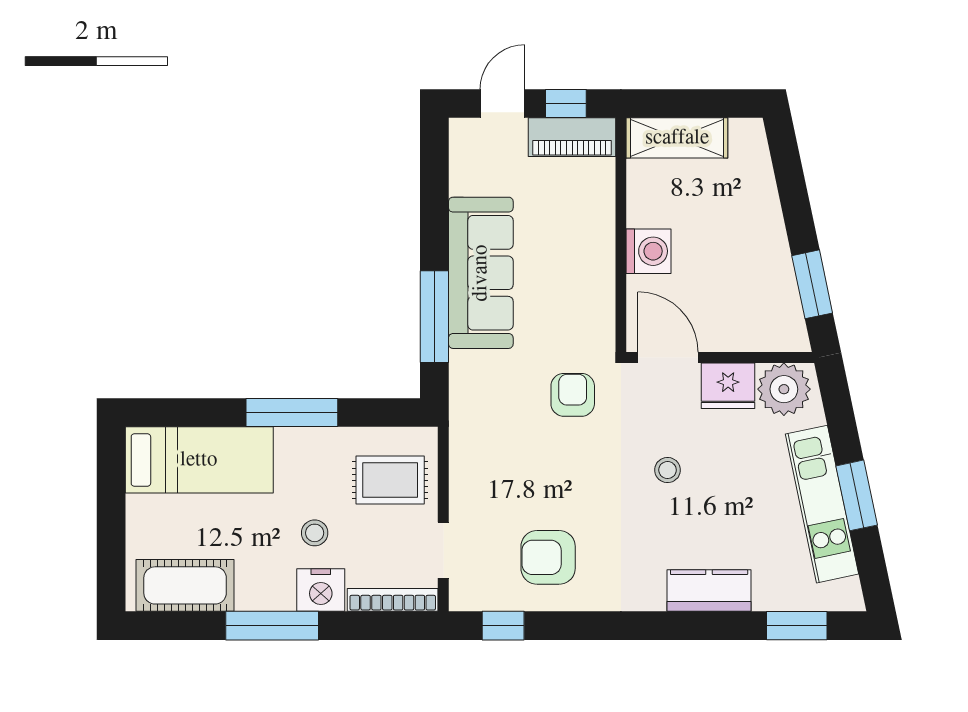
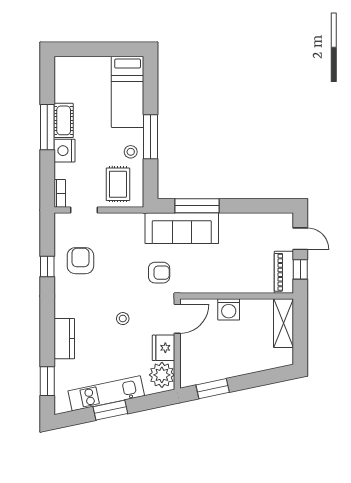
sofa: (481, 273) -> (182, 228), moved
stool: (315, 533) -> (131, 152), moved
cot: (185, 585) -> (64, 120), moved, width x0.73, depth x0.75
bookcase: (393, 600) -> (60, 193), width x0.64
window: (503, 626) -> (47, 267), moved

